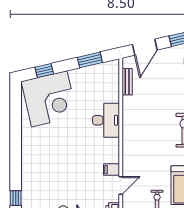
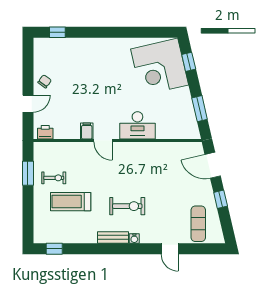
bench: (127, 82) -> (177, 147), removed
door: (121, 185) -> (103, 141), moved

